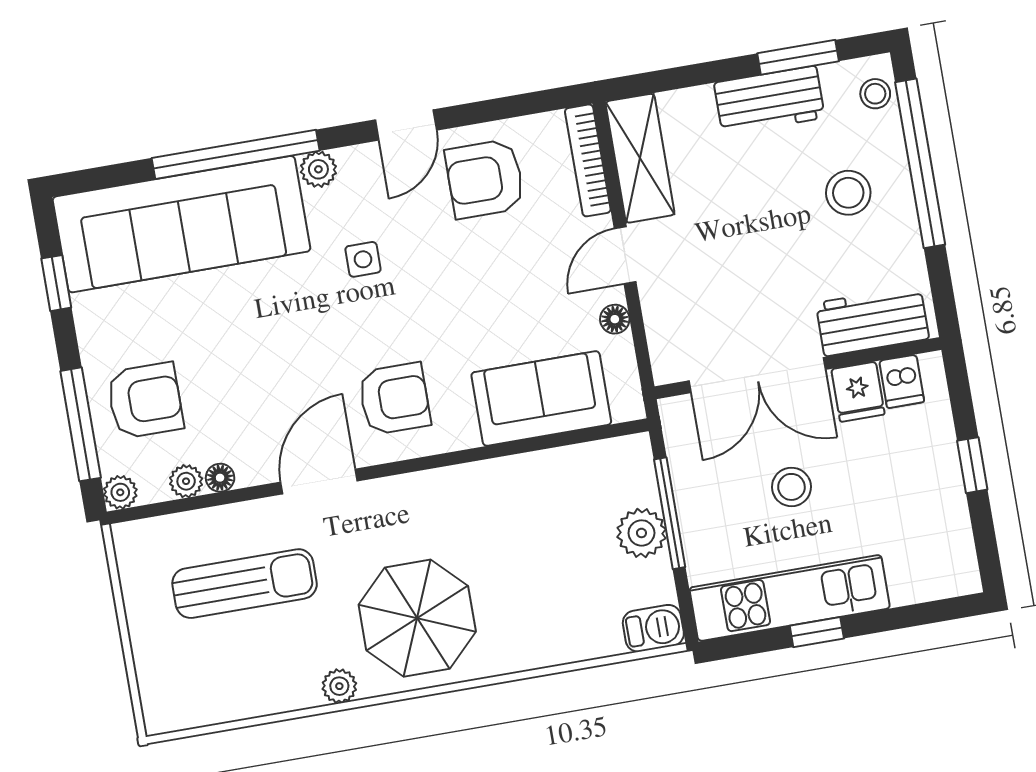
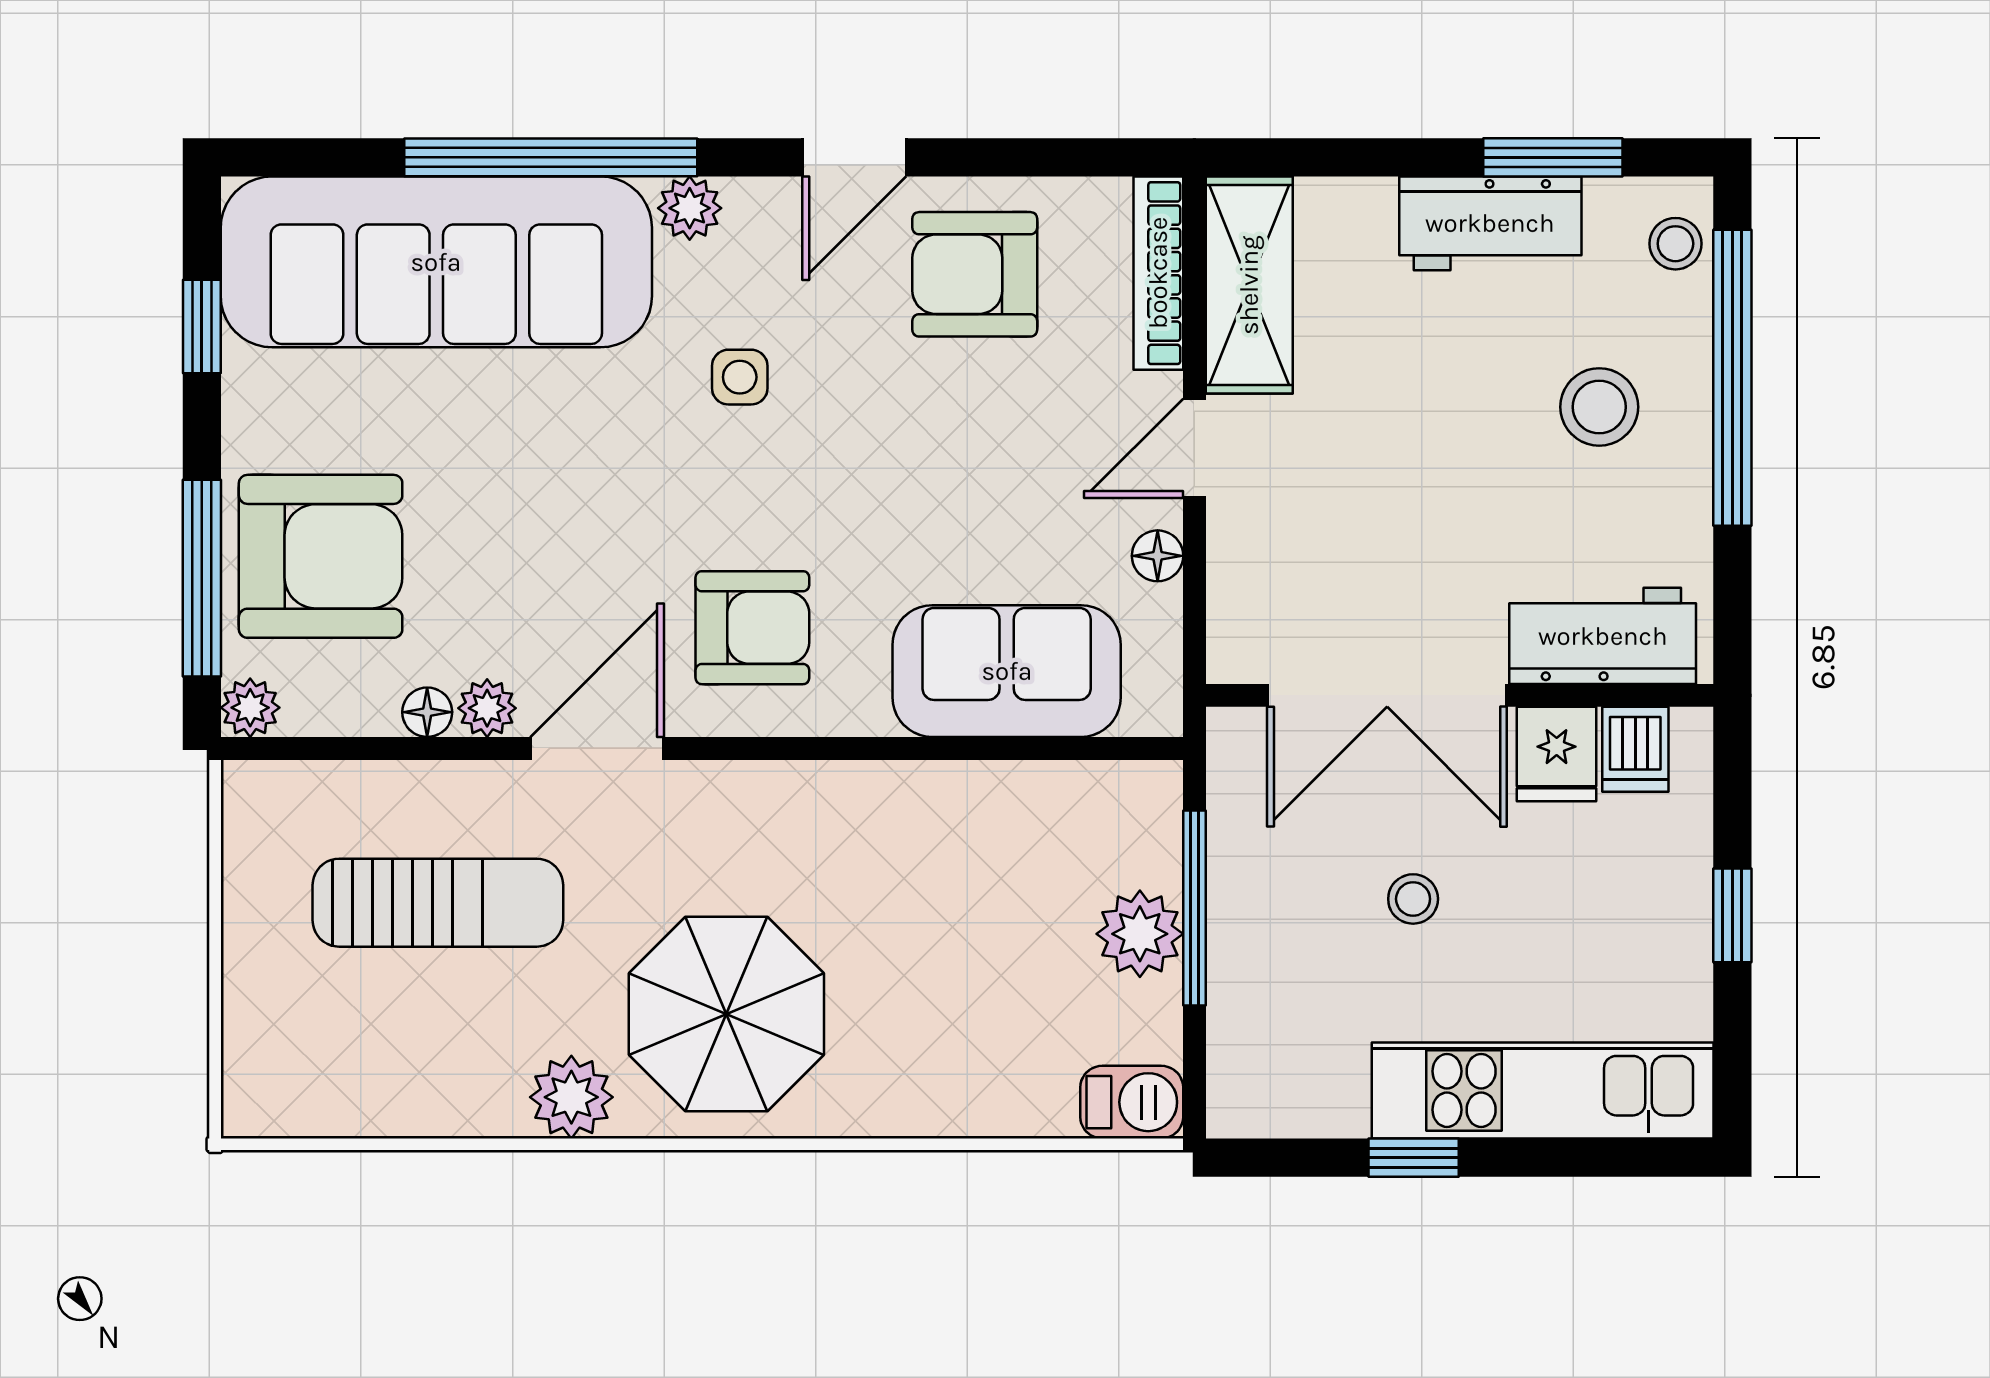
armchair: (145, 401) -> (321, 556), width x1.36, depth x1.36
plant: (186, 481) -> (487, 708), moved
stool: (791, 487) -> (1413, 899), width x0.73, depth x0.73
kitchen unit: (790, 598) -> (1543, 1090), moved
plant: (339, 686) -> (571, 1097), width x1.38, depth x1.38

